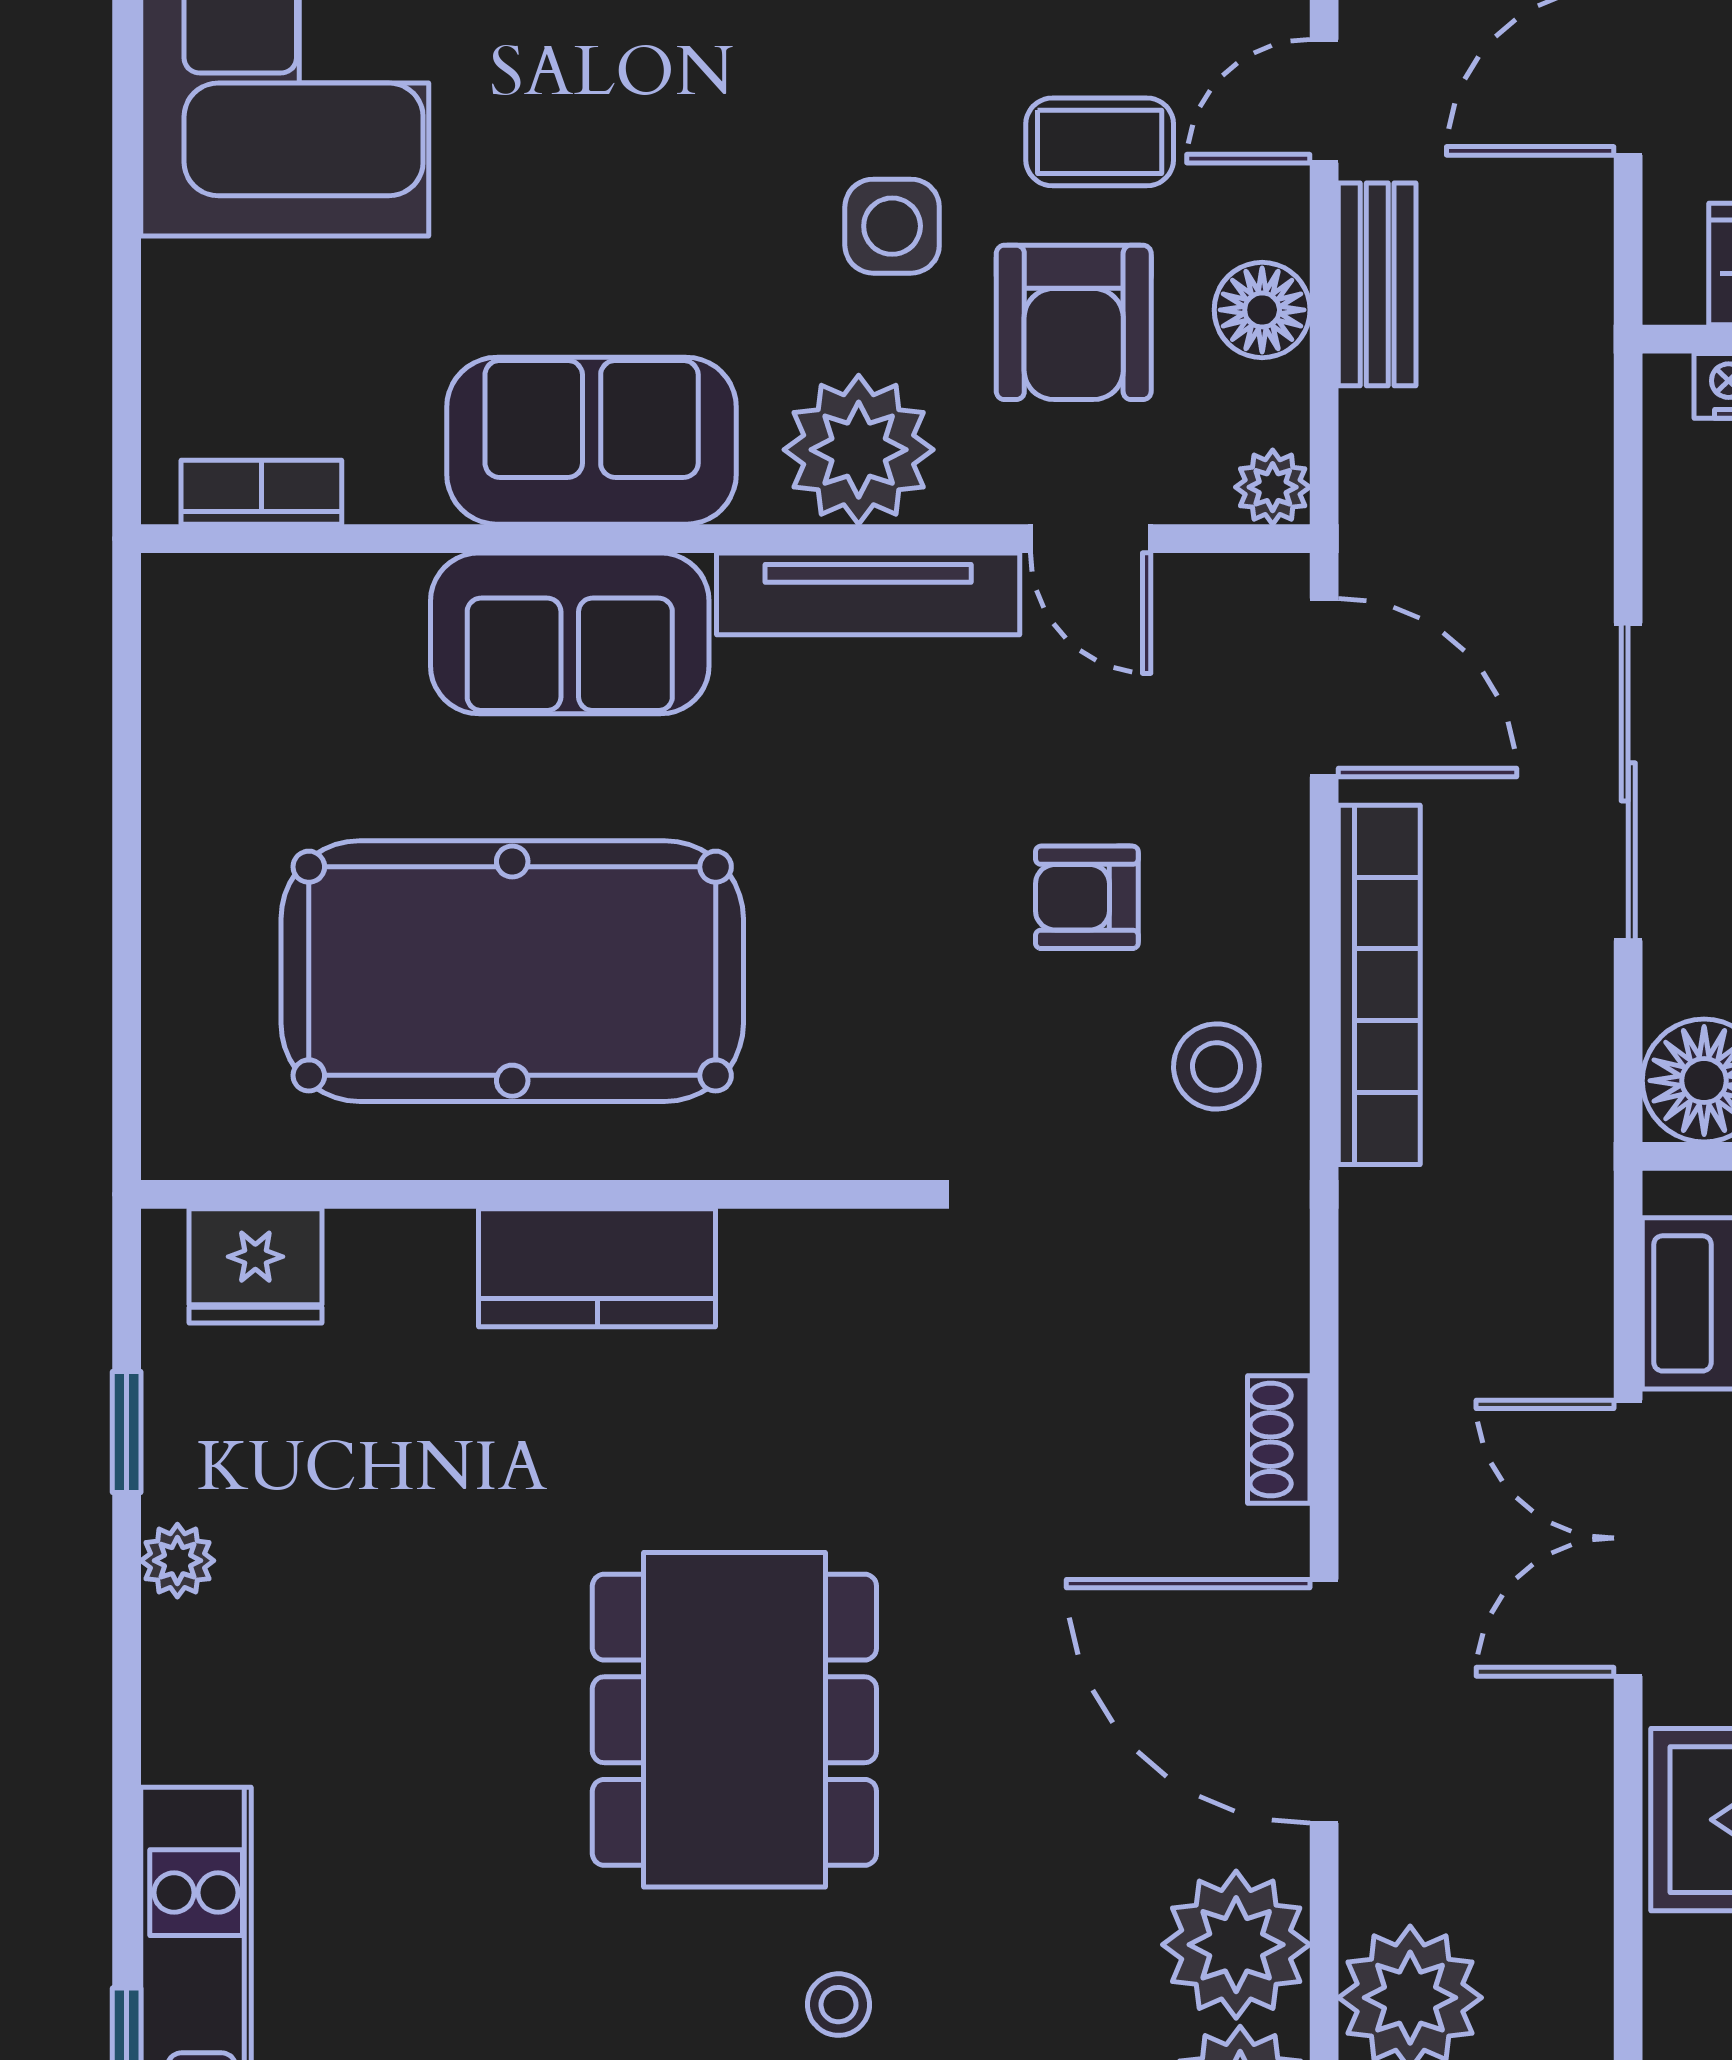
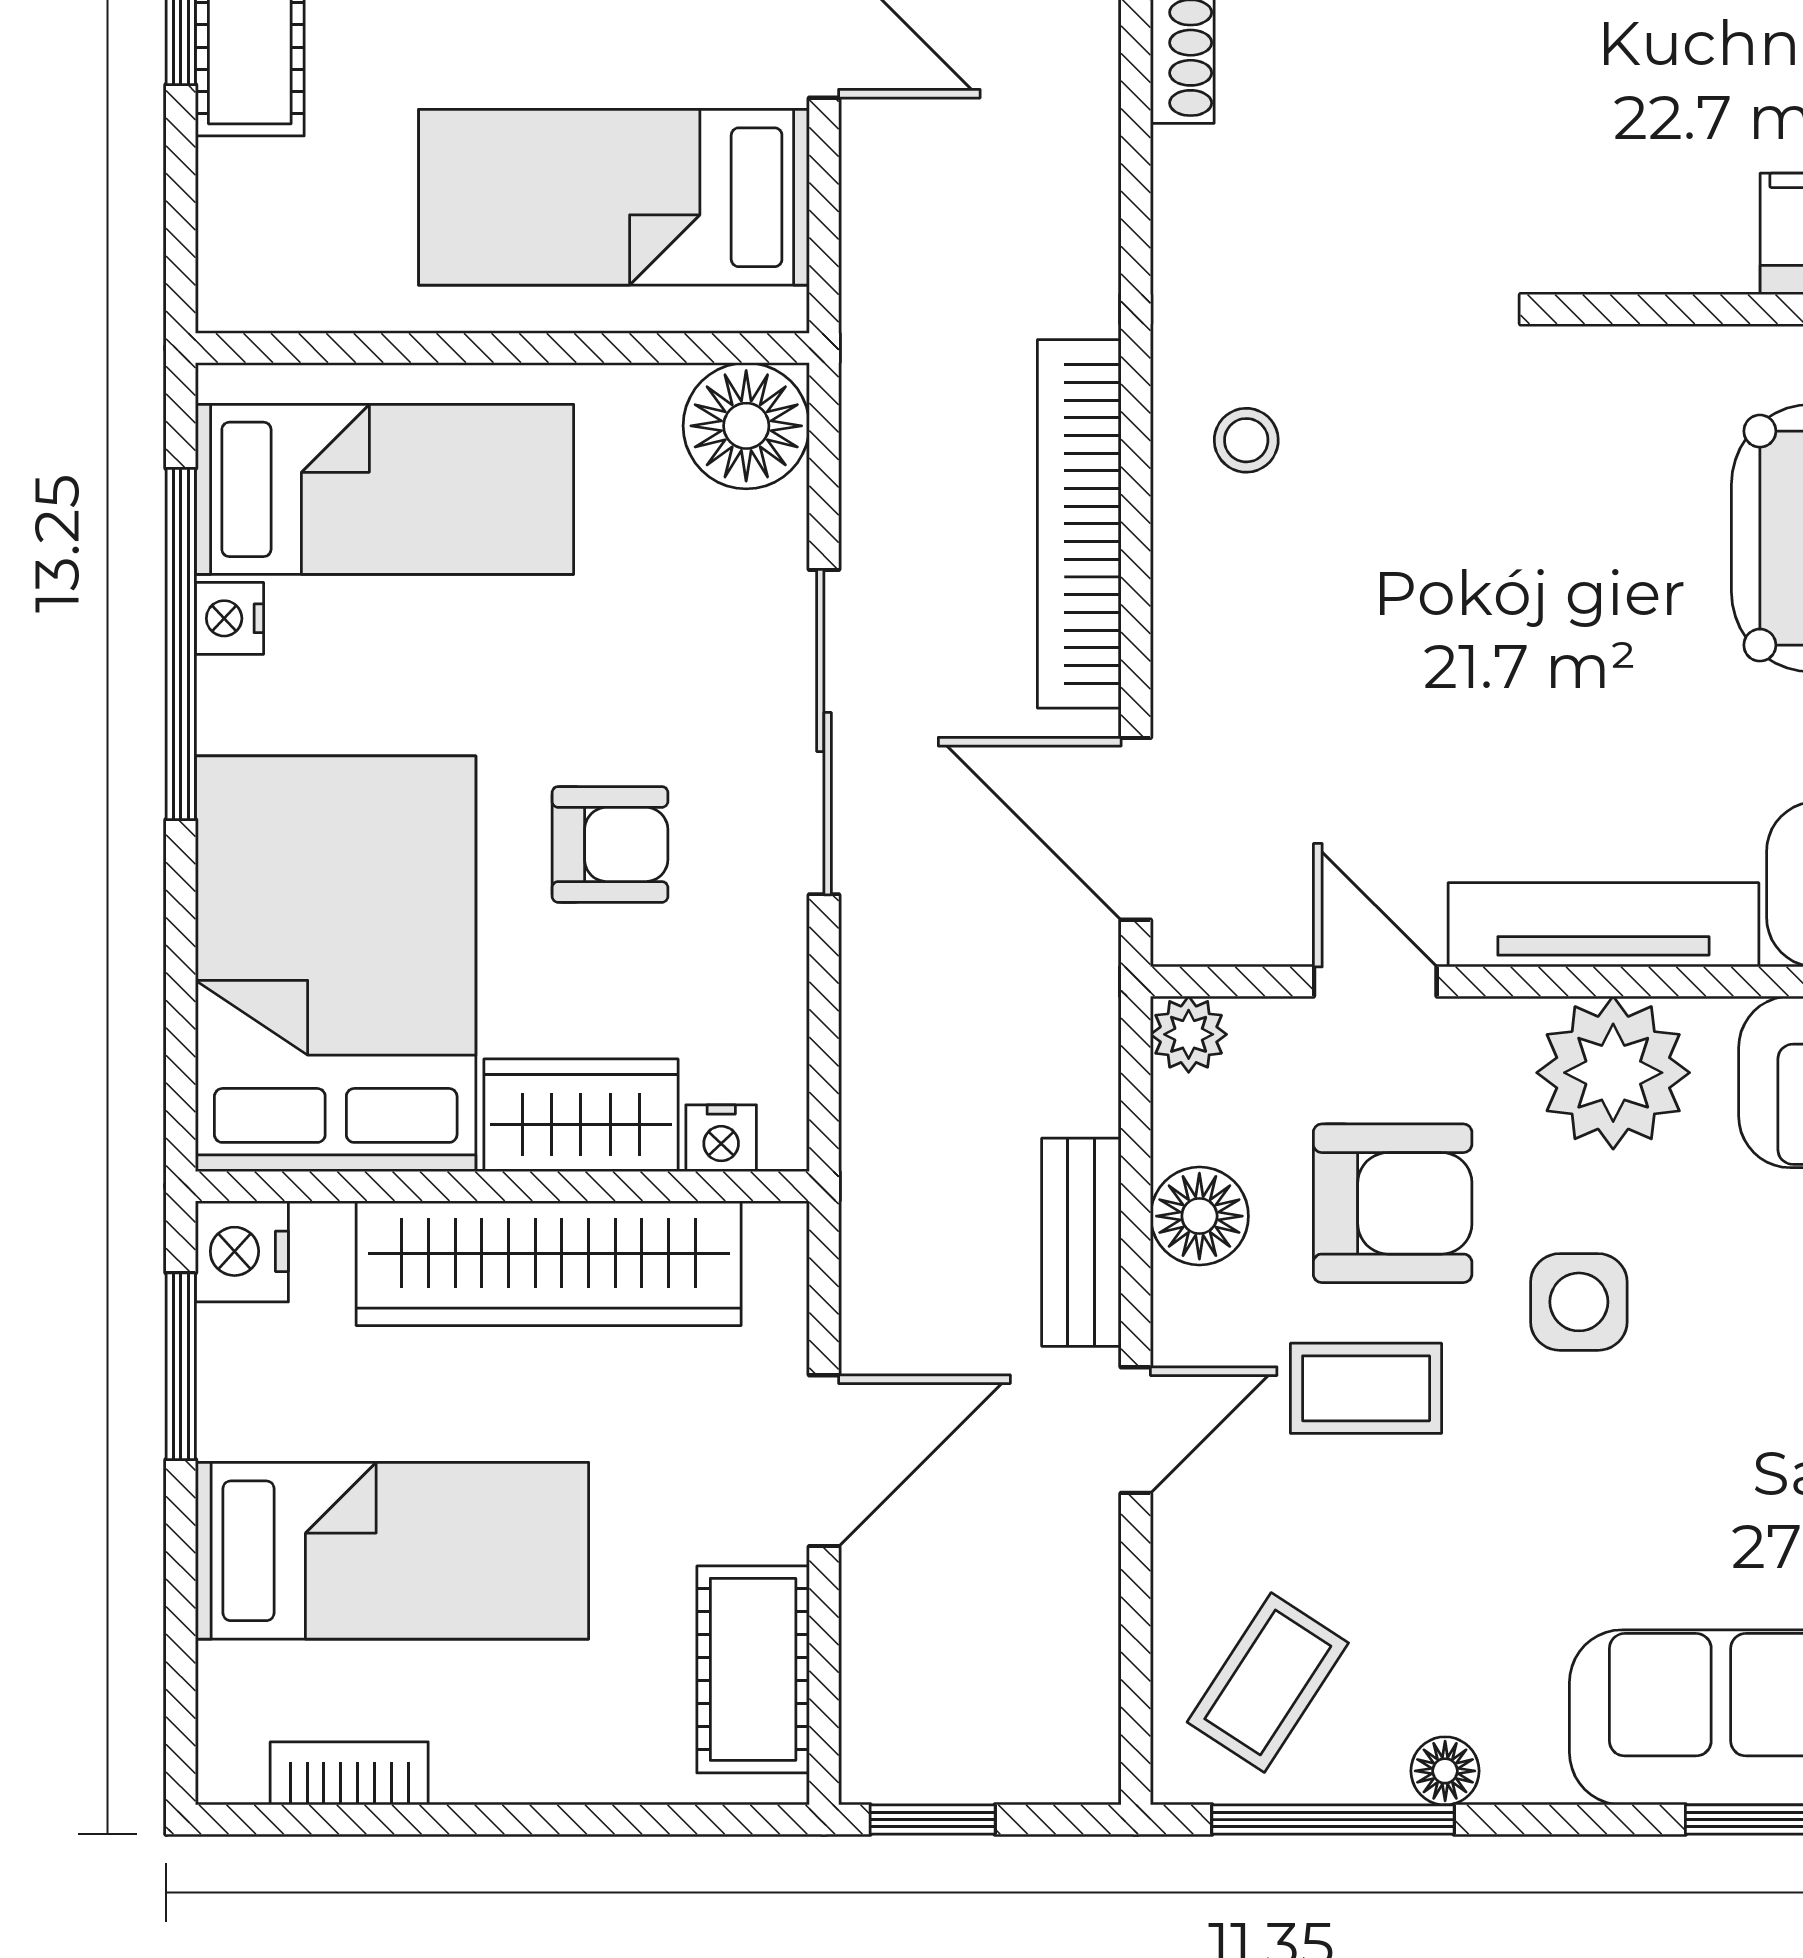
armchair: (1074, 322) -> (1393, 1203), turned 90
armchair: (1087, 897) -> (1379, 614), removed
stool: (1216, 1066) -> (1246, 440), width x0.73, depth x0.73

